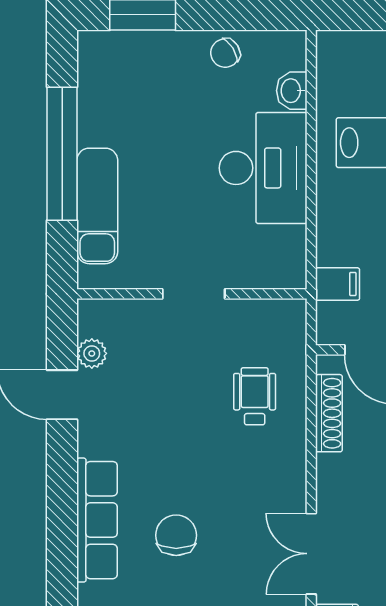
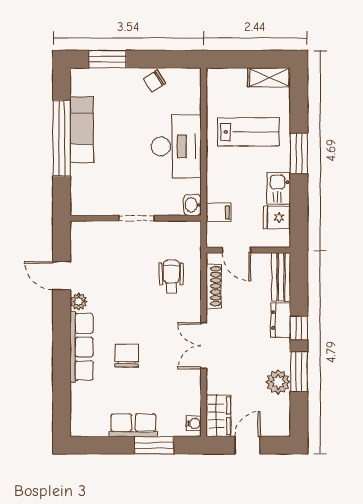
washbasin: (292, 91) -> (192, 205), moved
exam couch: (97, 206) -> (82, 130), moved
plant: (92, 353) -> (79, 301), moved
double door: (311, 554) -> (204, 346), moved

